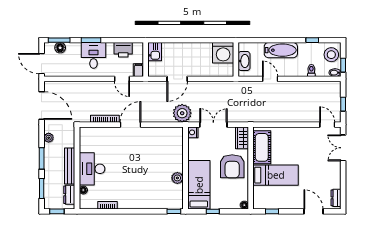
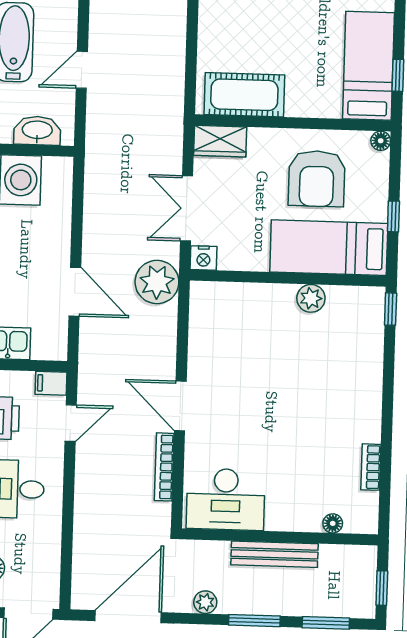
armchair: (232, 166) -> (317, 179), moved, turned 90
desk: (92, 169) -> (226, 499), moved
bed: (276, 175) -> (368, 66), moved
dresser: (69, 195) -> (343, 557), removed

